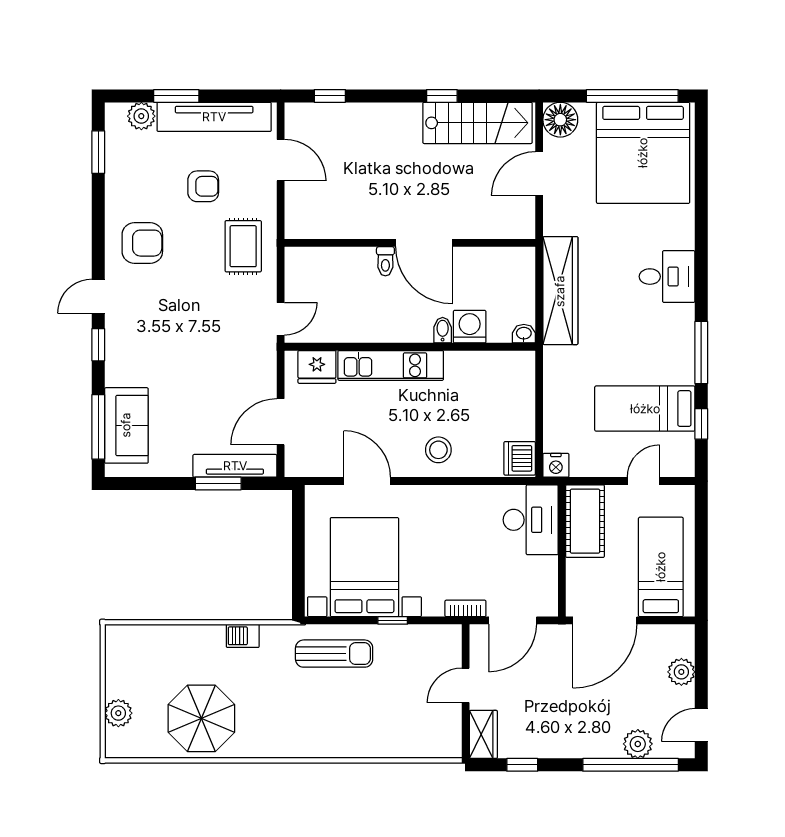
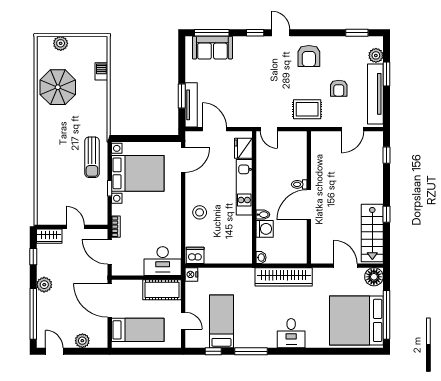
door: (367, 481) -> (183, 160), moved
barbecue: (243, 636) -> (101, 71), moved
plant: (638, 744) -> (44, 285), moved

